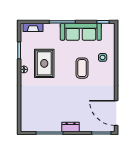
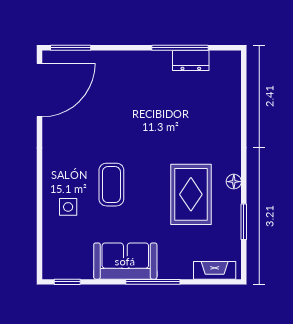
sofa: (81, 32) -> (125, 261), width x0.73
door: (116, 113) -> (40, 90), hinge flipped
dresser: (71, 127) -> (191, 60), moved

